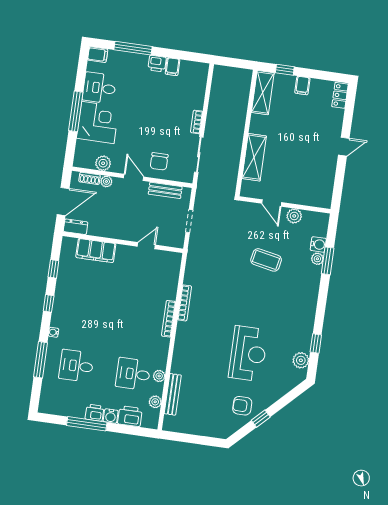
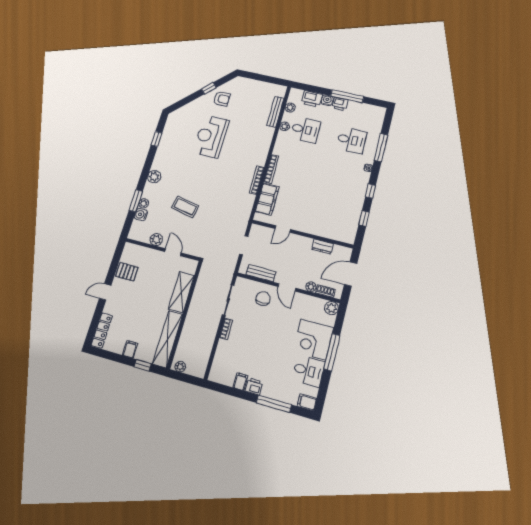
plant: (242, 74) -> (180, 367), added
shelving: (263, 93) -> (168, 339), width x1.47
locker: (340, 95) -> (102, 330), width x1.53
plant: (103, 163) -> (331, 308), moved
pallet: (323, 173) -> (127, 272), added
dresser: (76, 227) -> (322, 246), moved
filing cabinet: (96, 251) -> (267, 199), moved, turned 90
plant: (301, 360) -> (154, 177), moved

